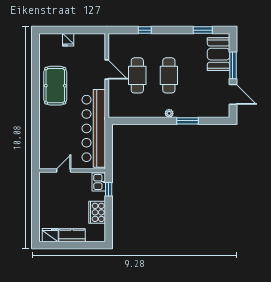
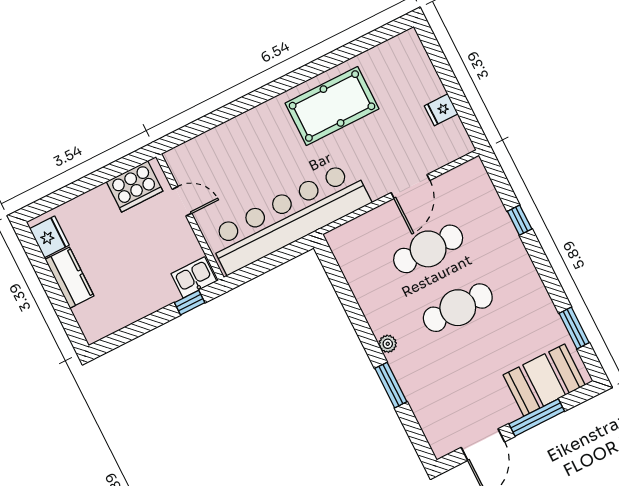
fridge: (68, 40) -> (441, 110), moved
cooker: (97, 212) -> (135, 186), moved, turned 180

